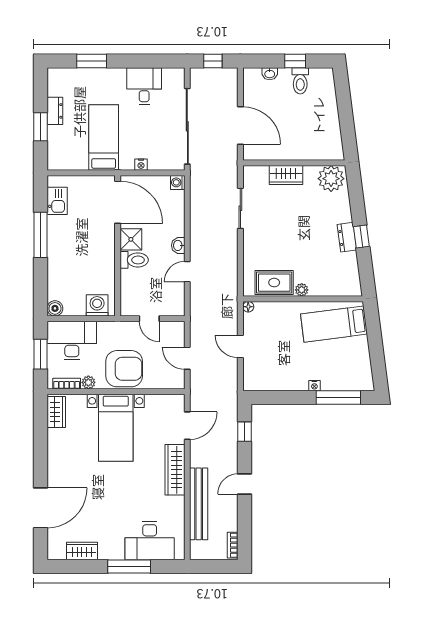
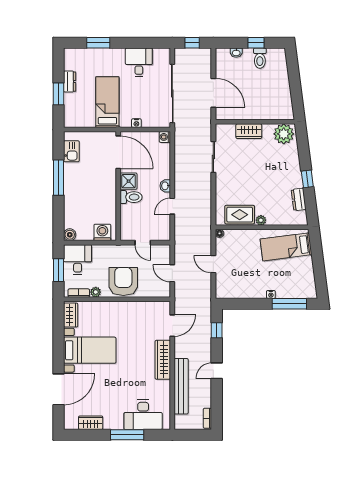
dresser: (347, 237) -> (299, 199), moved
desk: (72, 341) -> (78, 260), width x0.73
armchair: (124, 369) -> (123, 281), turned -90
bed with nightstands: (116, 428) -> (90, 350), moved, turned -90

